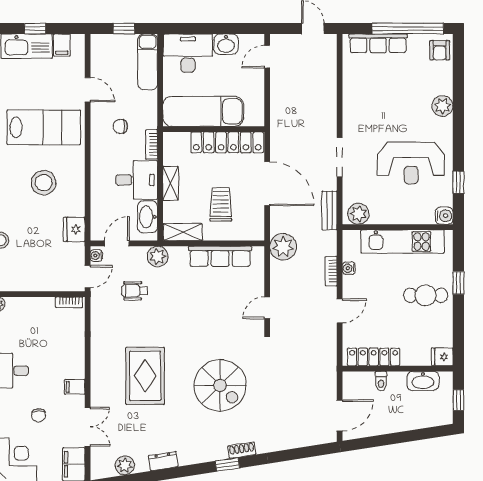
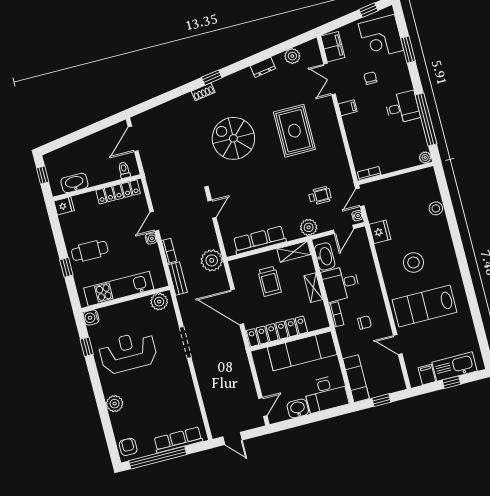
bench: (329, 210) -> (177, 279), moved
water cooler: (349, 268) -> (151, 239), moved
toilet: (381, 381) -> (124, 170), moved

